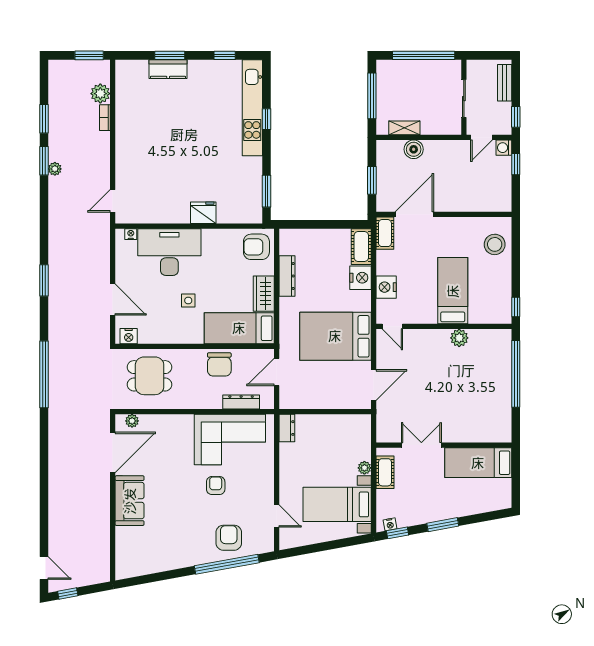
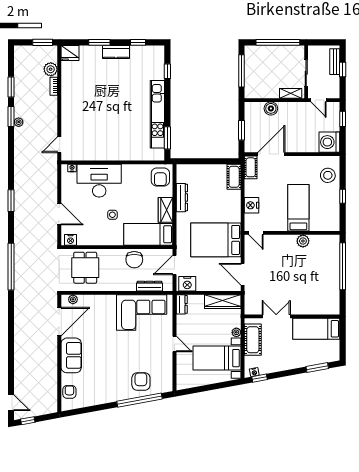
kitchen counter: (168, 69) -> (116, 52), moved
kitchen unit: (252, 108) -> (157, 114), moved
window: (516, 117) -> (343, 69), moved
window: (266, 119) -> (167, 71), moved
shelving: (404, 128) -> (291, 93), moved
door: (481, 137) -> (319, 100), hinge flipped
washing machine: (504, 148) -> (329, 142), moved, width x1.89, depth x1.89
fridge: (203, 213) -> (70, 53), moved, turned 180
armchair: (256, 247) -> (160, 177), turned -90
nightstand: (360, 278) -> (187, 284), moved, turned 90
window: (516, 307) -> (343, 196), moved
dining table: (150, 376) -> (85, 268), turned 90
door: (374, 385) -> (243, 274), swing flipped
wardrobe: (345, 424) -> (223, 302), added
cot: (385, 472) -> (253, 340), width x1.37, depth x1.34
armchair: (216, 486) -> (69, 392), moved
door: (277, 516) -> (174, 344), moved
window: (443, 525) -> (317, 368), moved

